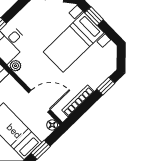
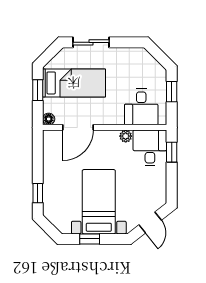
window: (94, 16) -> (90, 239), moved
bookcase: (78, 101) -> (48, 159), removed

